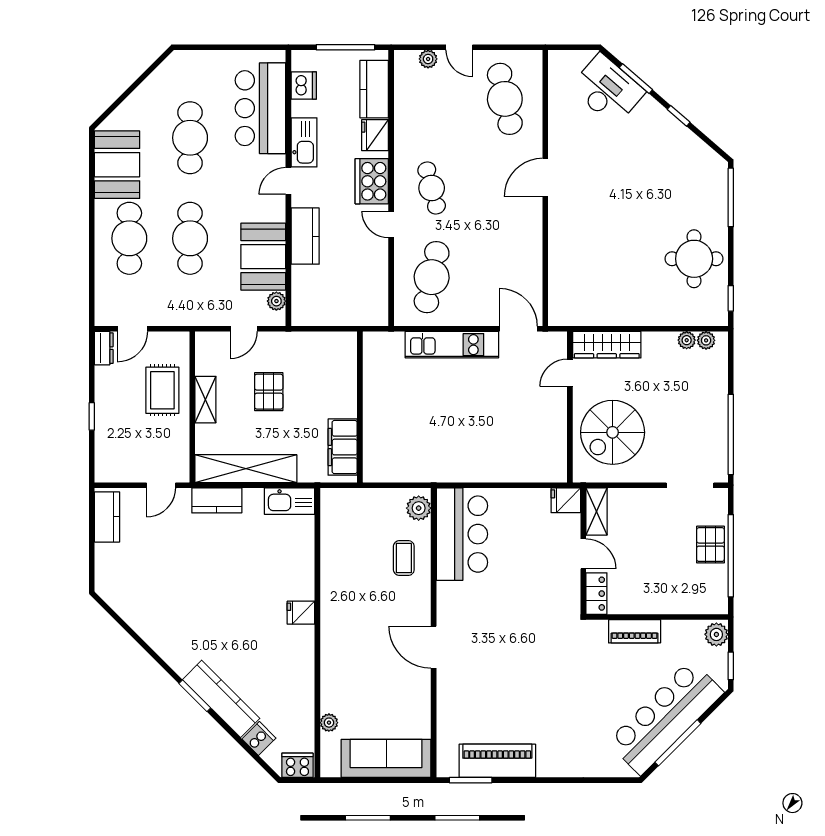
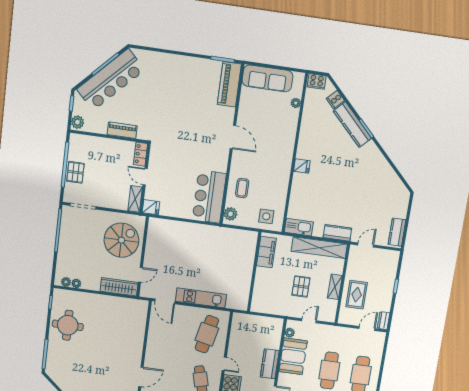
side table: (352, 513) -> (266, 216), added
piano: (497, 761) -> (229, 84), moved, turned 90

